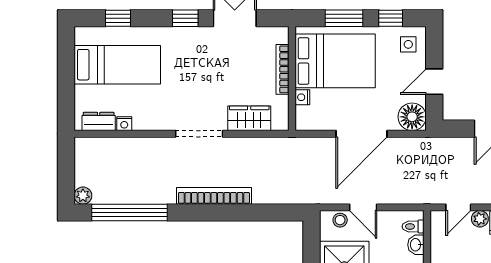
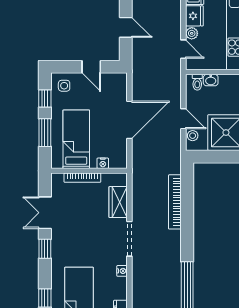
bed: (335, 61) -> (76, 139), width x0.67
floor lamp: (412, 117) -> (117, 83), removed
nightstand: (124, 124) -> (122, 271), moved
door: (362, 134) -> (129, 120), hinge flipped
bookcase: (214, 196) -> (175, 202), moved
door: (363, 207) -> (183, 119), hinge flipped

